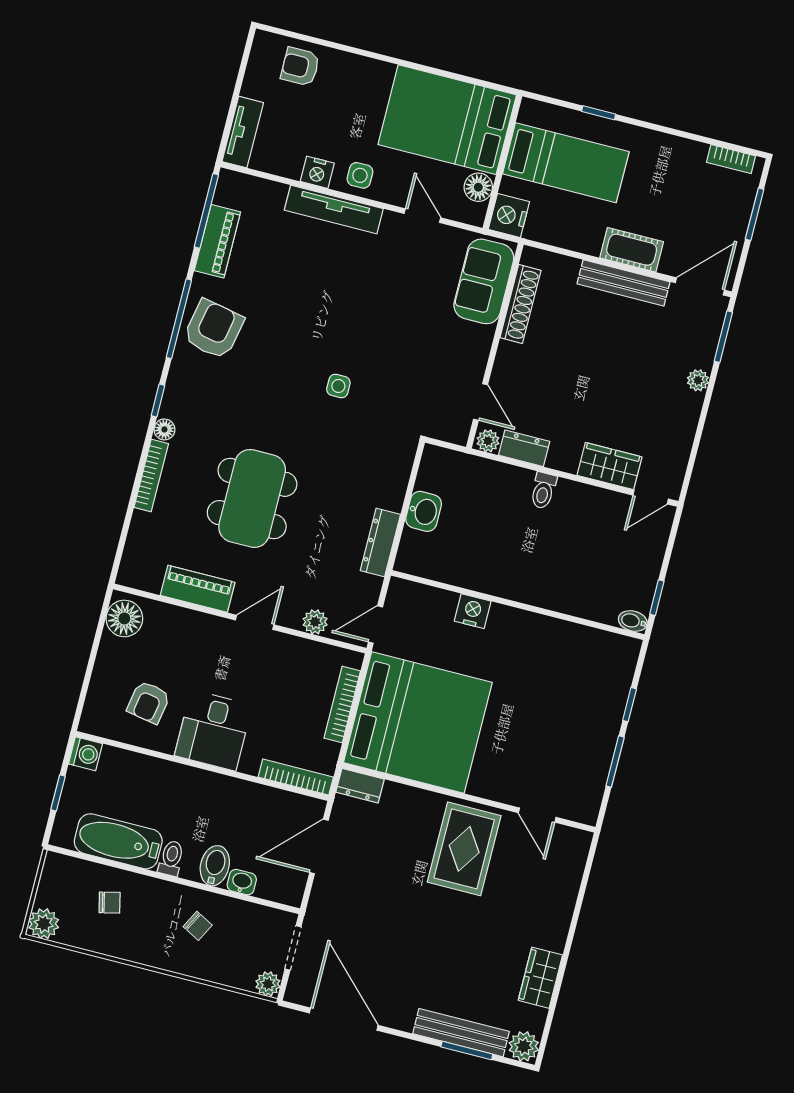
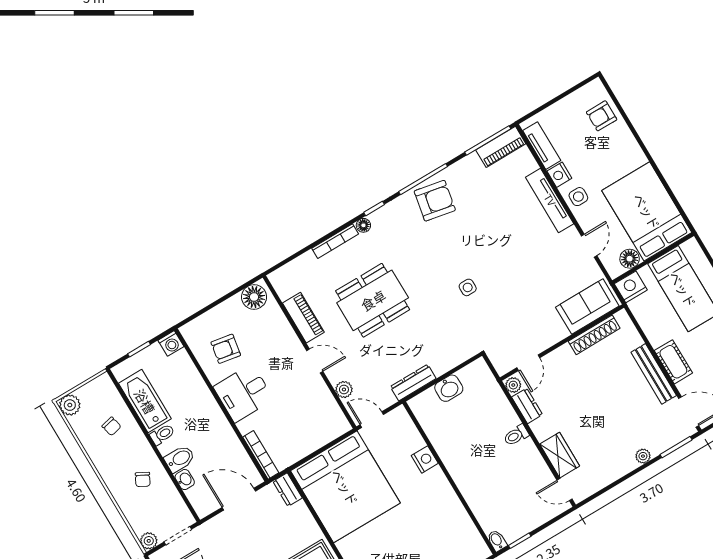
armchair: (300, 67) -> (602, 116), turned -90
tv unit: (243, 132) -> (542, 146), moved, turned -90
piano: (217, 241) -> (501, 147), moved
bookcase: (342, 704) -> (318, 442), removed

